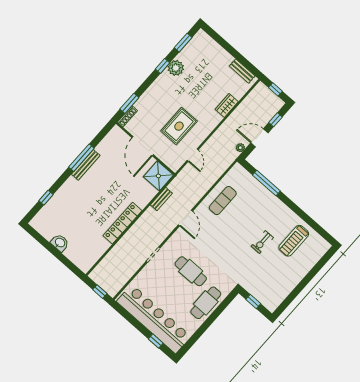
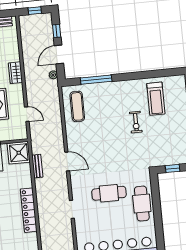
wardrobe: (227, 106) -> (15, 73), moved
exercise mat: (223, 201) -> (77, 106), moved

